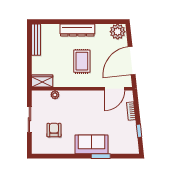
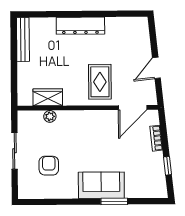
plant: (118, 32) -> (137, 28), removed
rug: (82, 61) -> (100, 82), moved
door: (132, 61) -> (156, 68), width x0.53
wardrobe: (42, 81) -> (48, 97), moved

